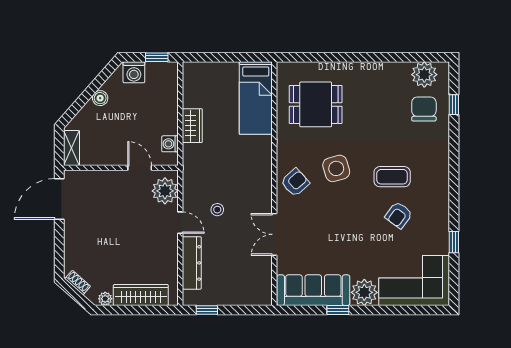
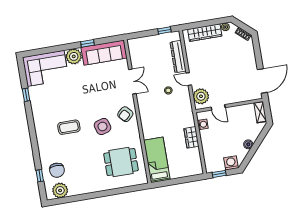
armchair: (399, 215) -> (61, 105), removed

